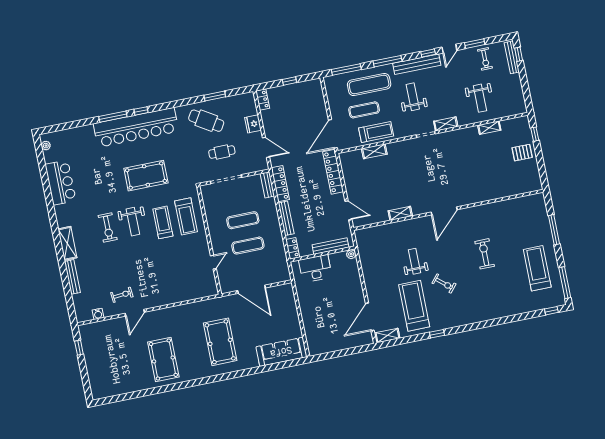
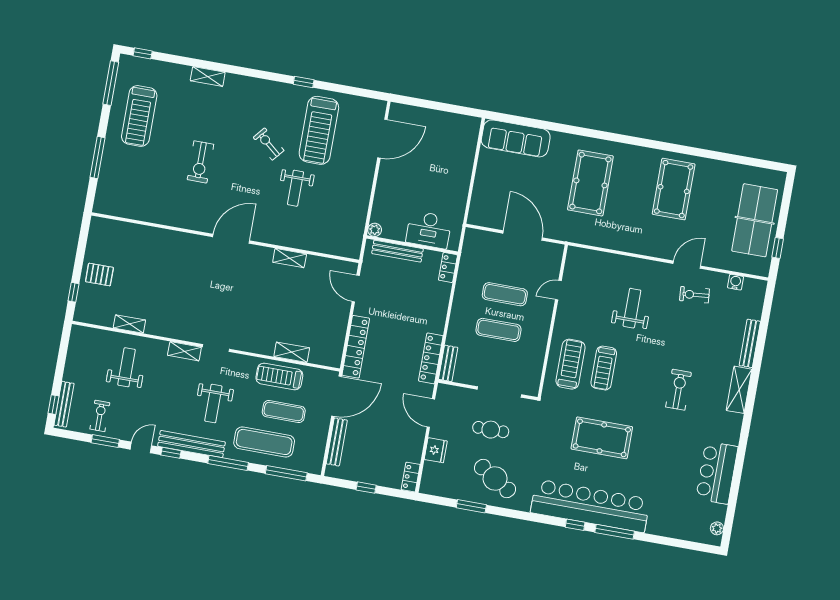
bench: (286, 218) -> (337, 442), moved
weight bench: (133, 222) -> (632, 308), moved
shelving: (387, 335) -> (208, 77), moved
table tennis table: (101, 360) -> (755, 220), added

